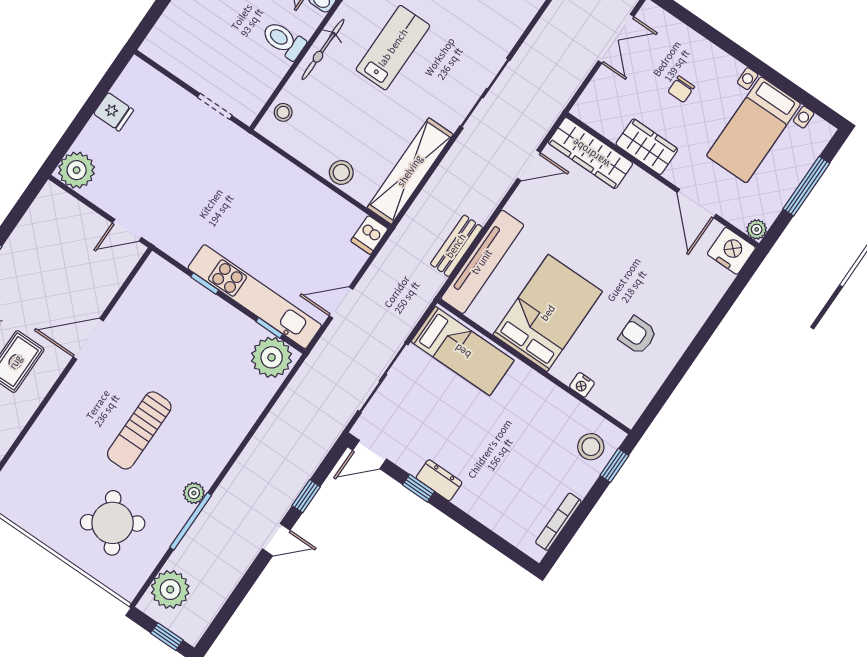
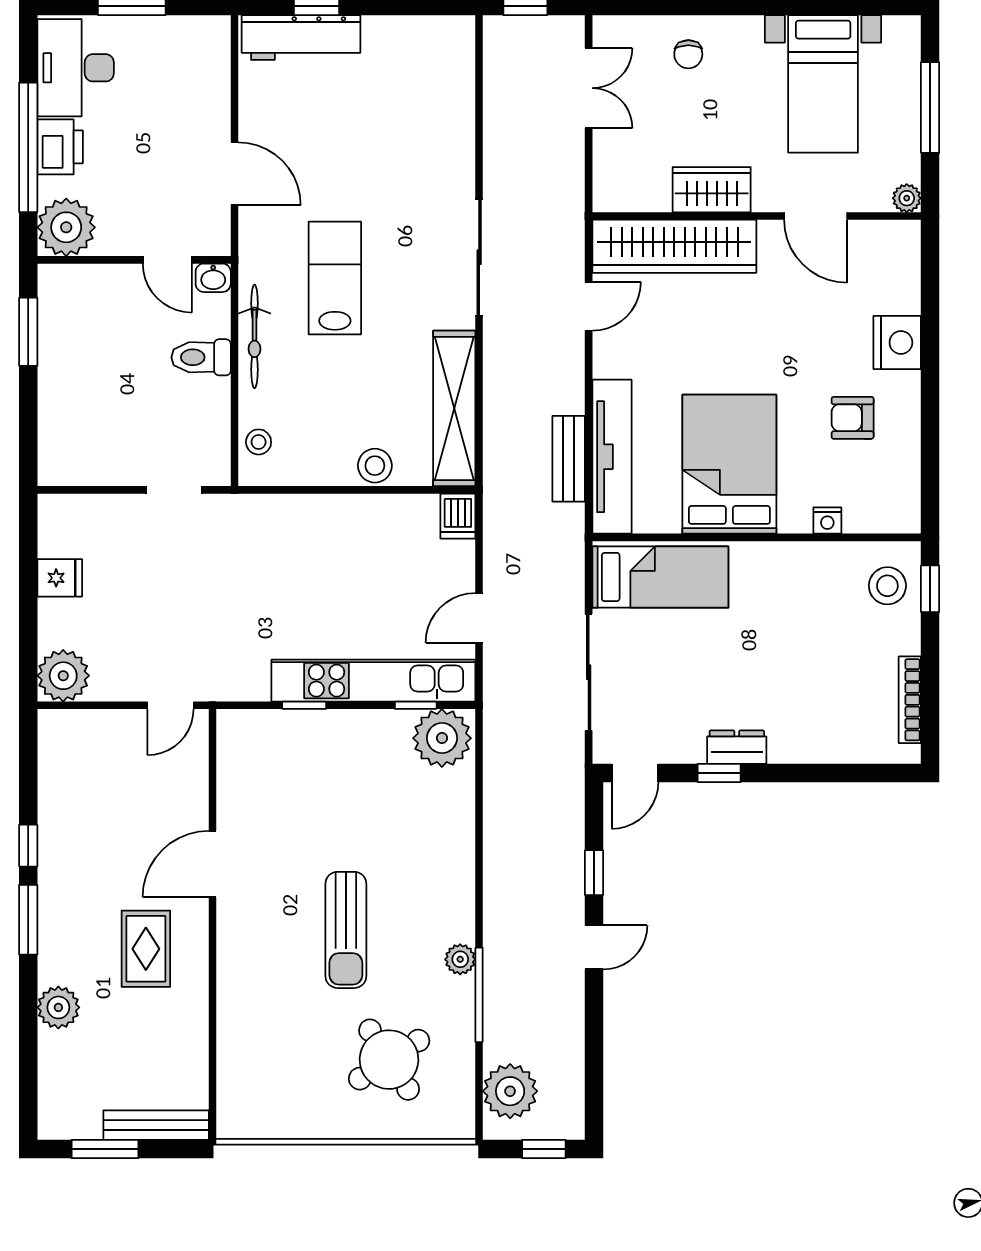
chair: (681, 89) -> (688, 54), moved
wardrobe: (591, 153) -> (674, 246), width x1.40, depth x1.17
nightstand: (731, 251) -> (897, 342), moved, turned 90

